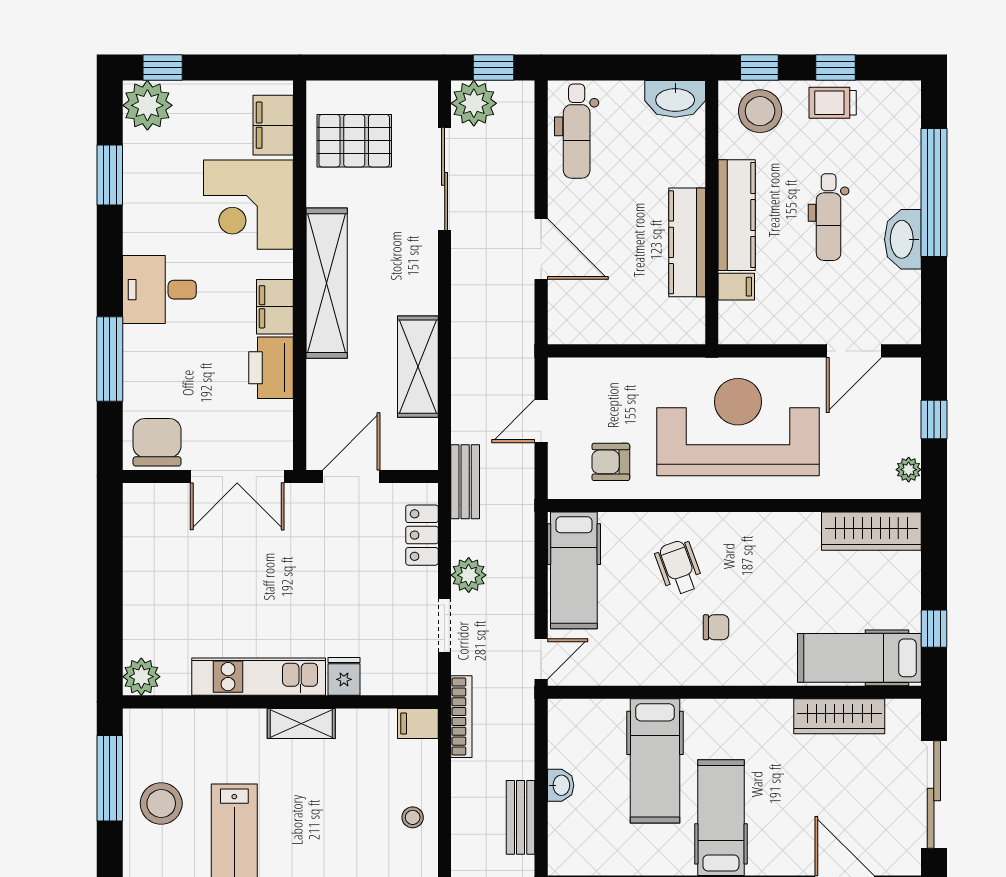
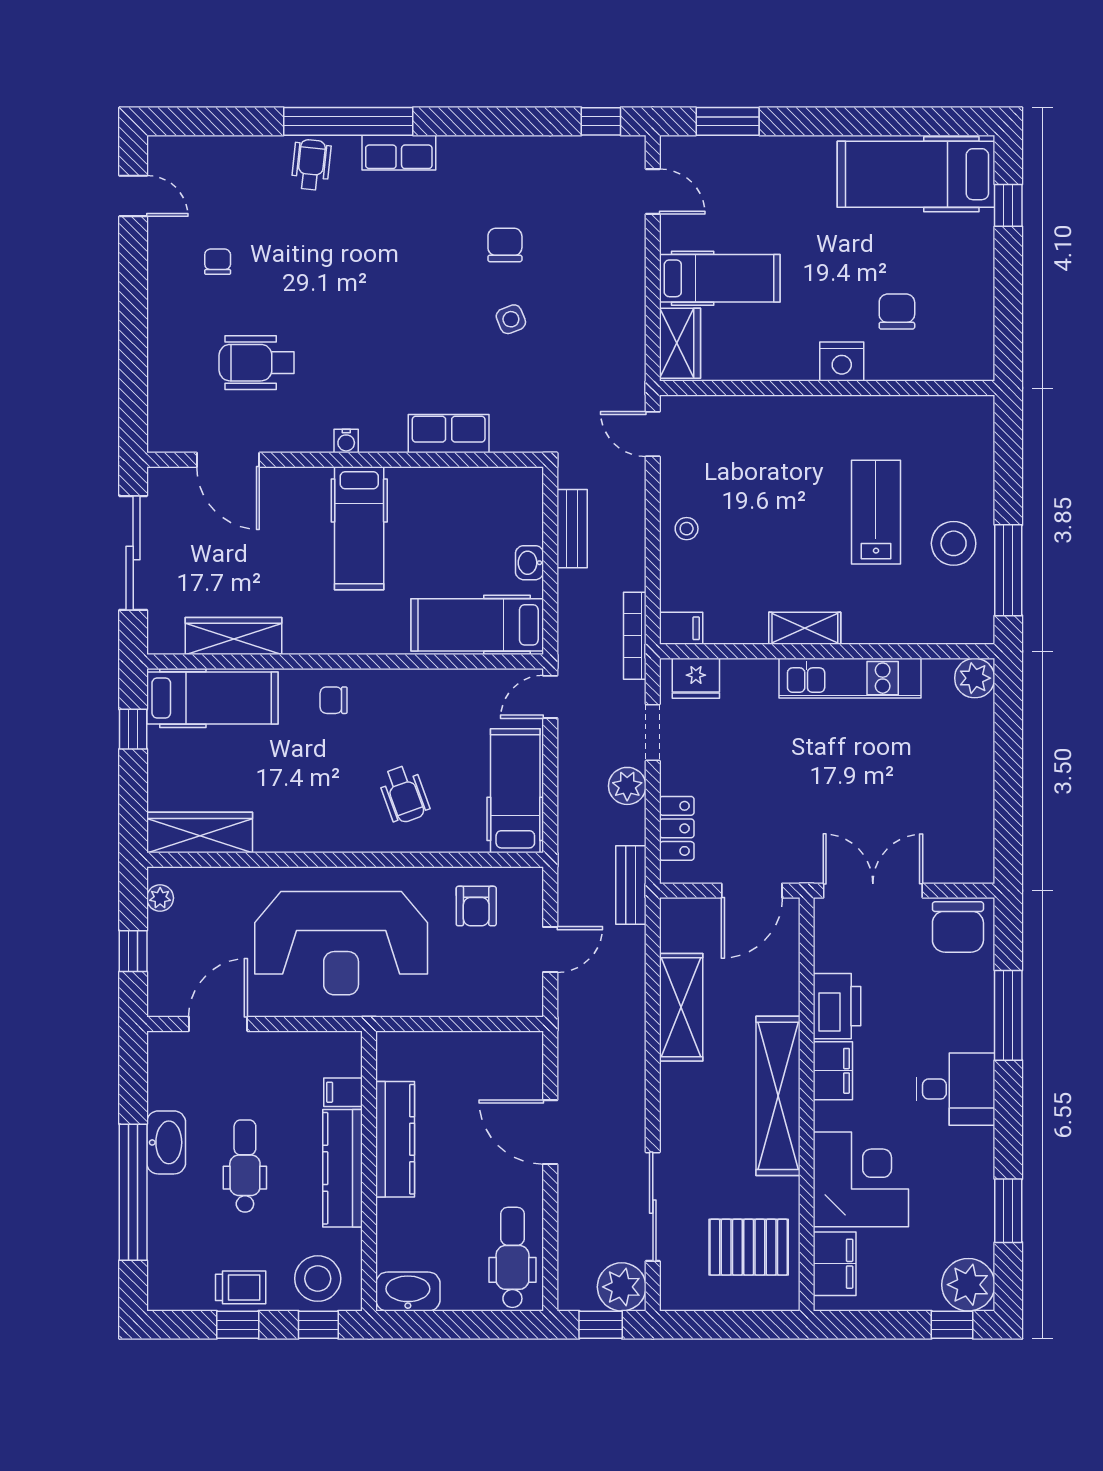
armchair: (611, 462) -> (476, 906), turned 90
chair: (716, 627) -> (334, 700), moved
fridge: (344, 676) -> (696, 678), moved, width x1.38
hospital bed: (655, 761) -> (477, 625), moved, turned -90

